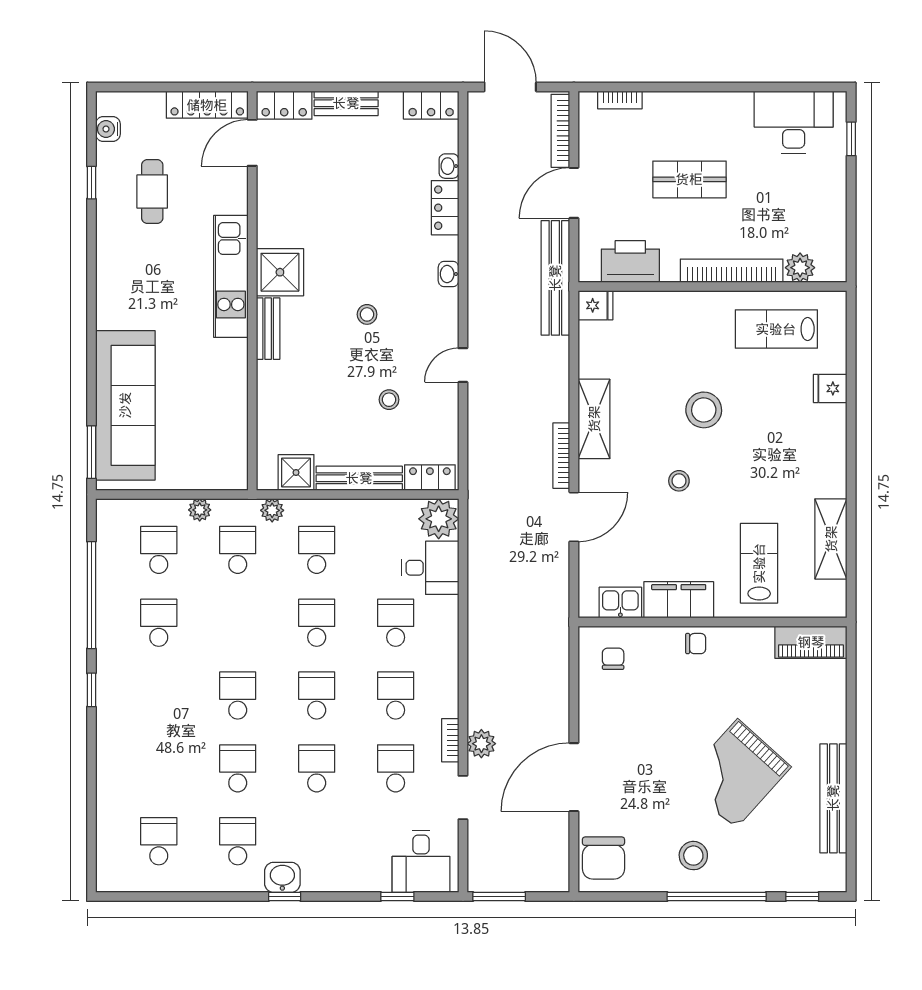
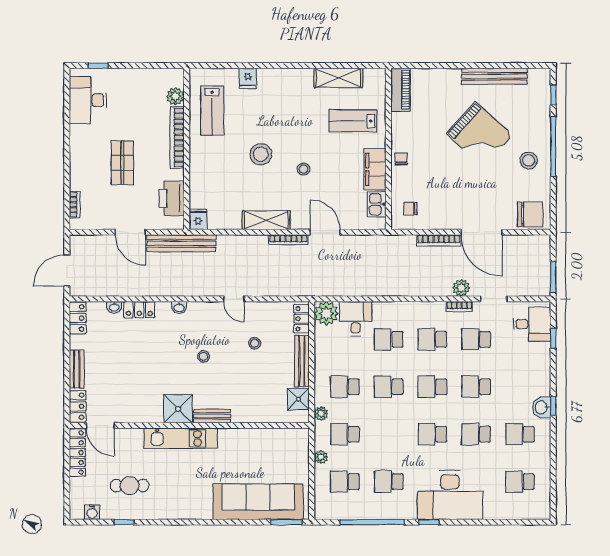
bookcase: (560, 131) -> (439, 240), moved
desk: (136, 725) -> (450, 495), added

